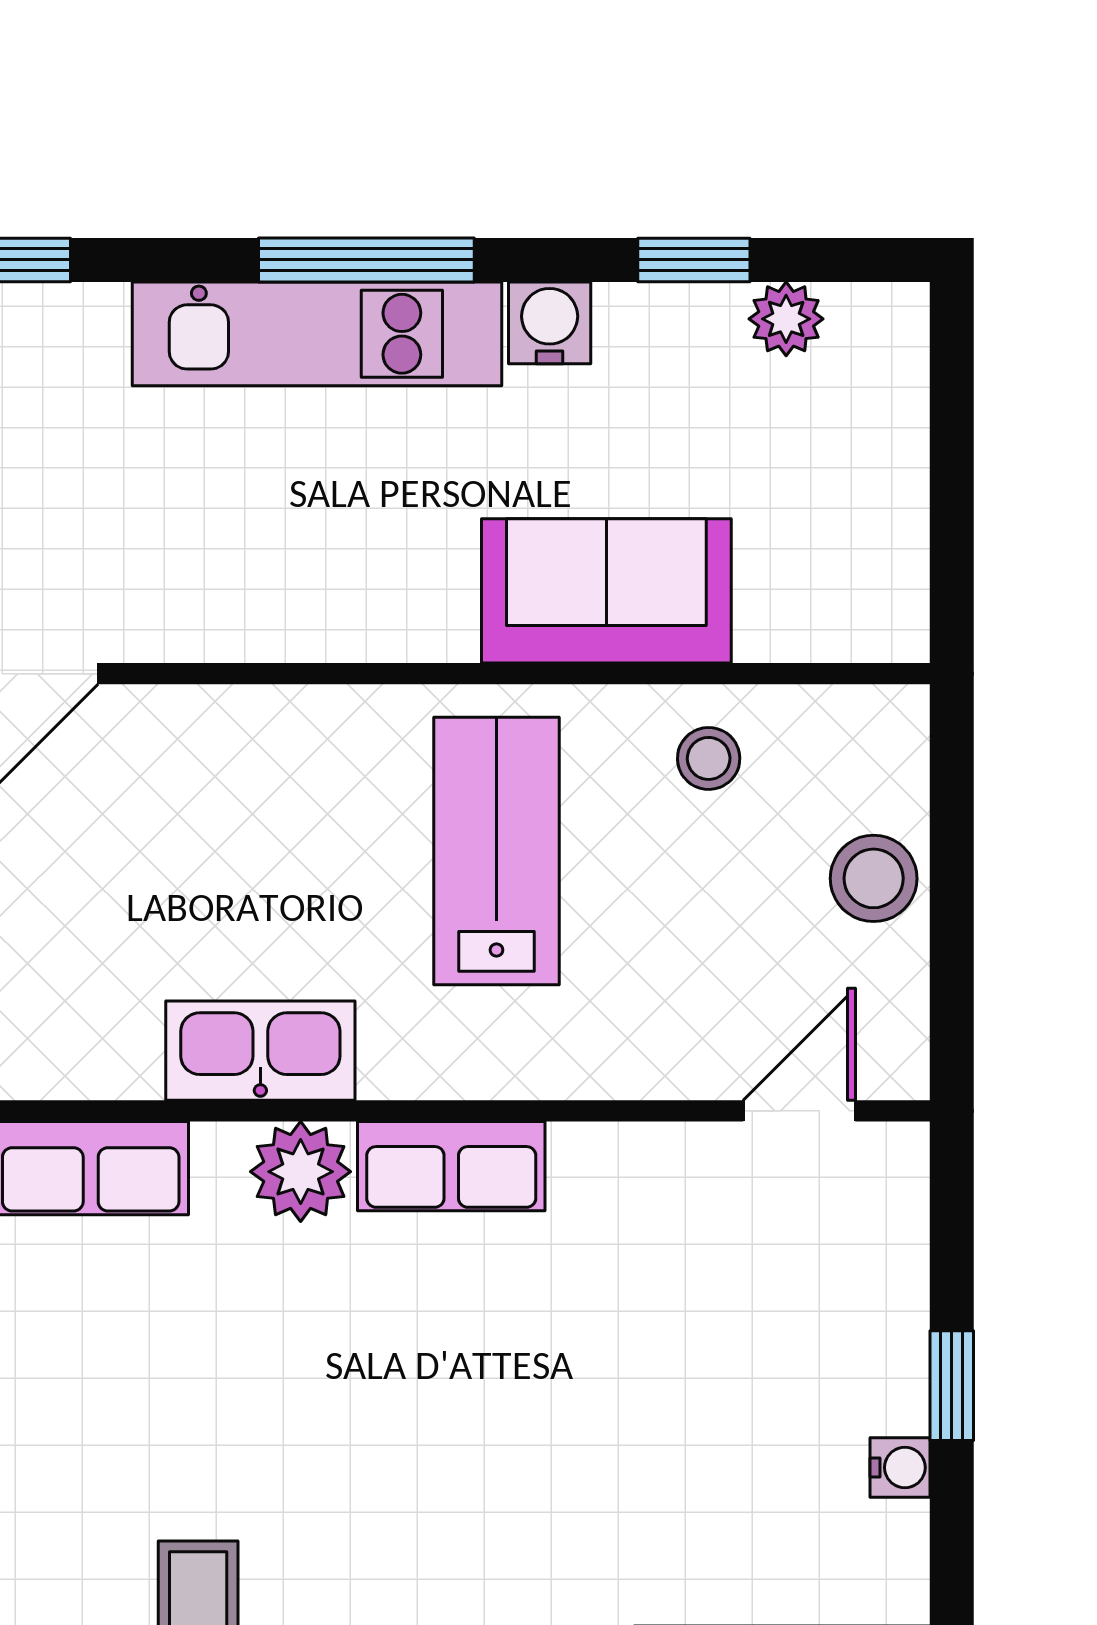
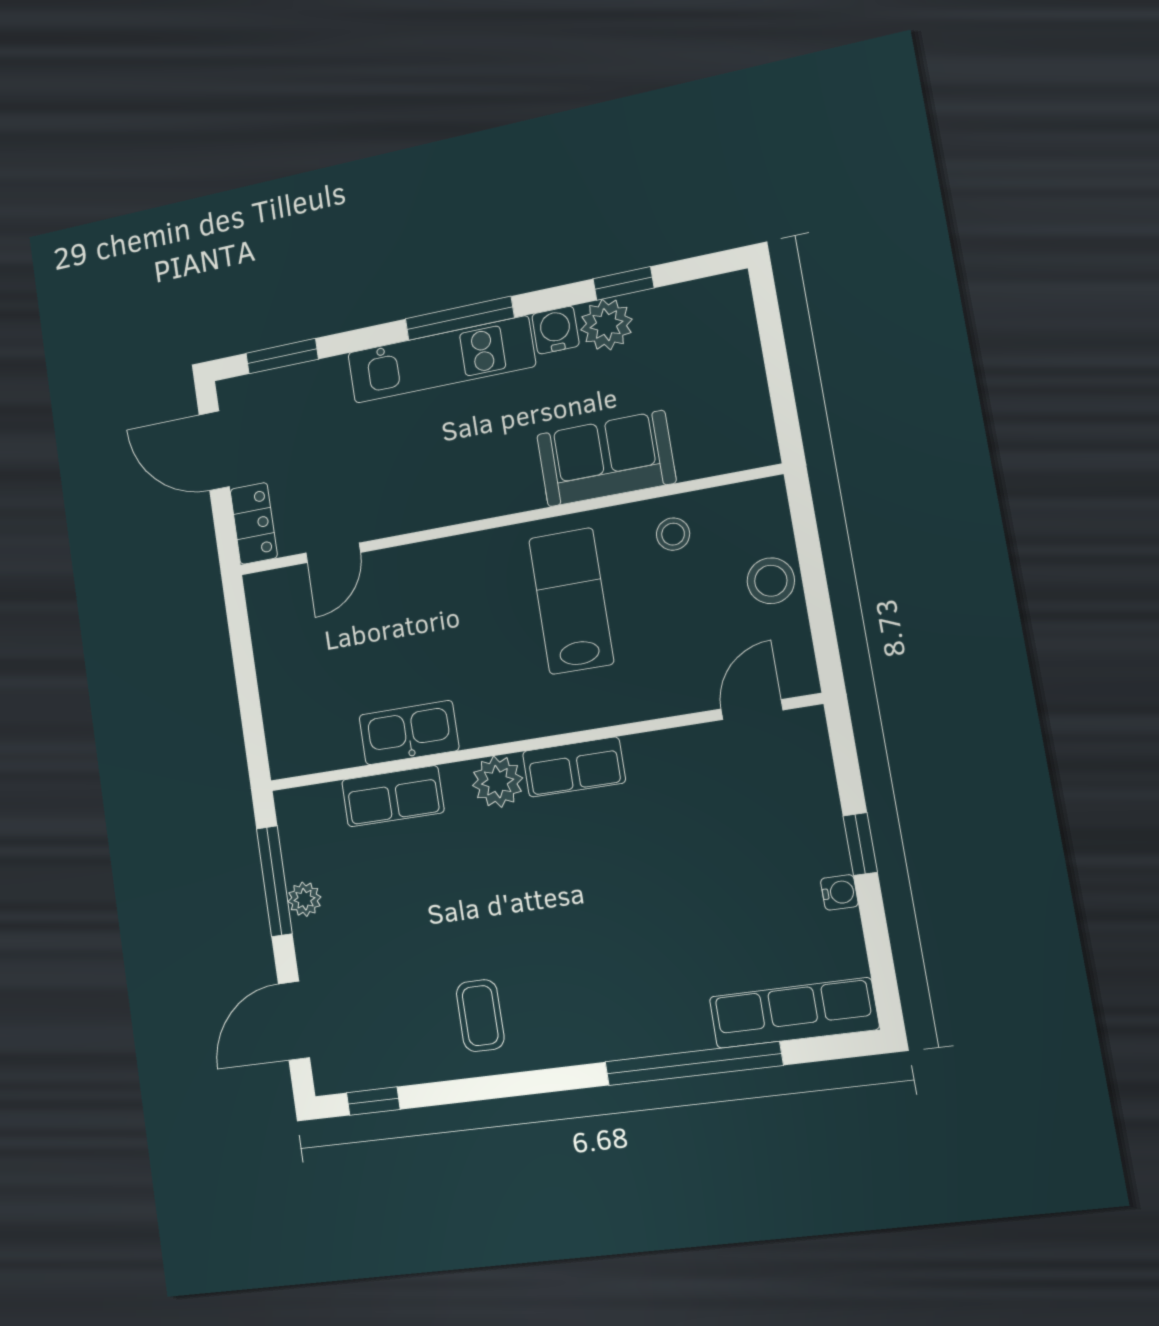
plant: (786, 319) -> (606, 325), moved, width x1.38, depth x1.38
kitchen sink: (260, 1051) -> (409, 733), moved

